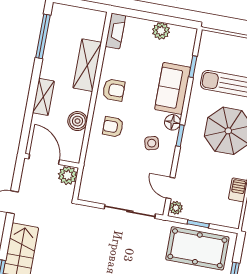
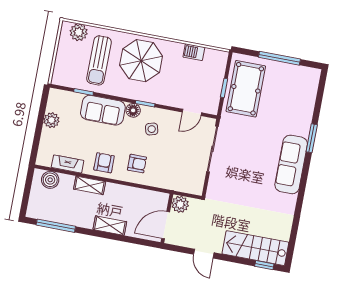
fireplace: (115, 31) -> (68, 164), moved
shelving: (87, 65) -> (90, 185), width x0.67, depth x0.75
boiler: (77, 121) -> (50, 180), moved
armchair: (113, 127) -> (137, 164), turned -90
plant: (176, 208) -> (210, 108), removed

